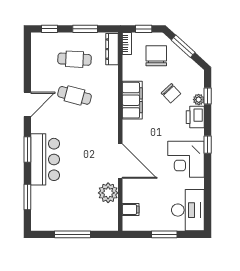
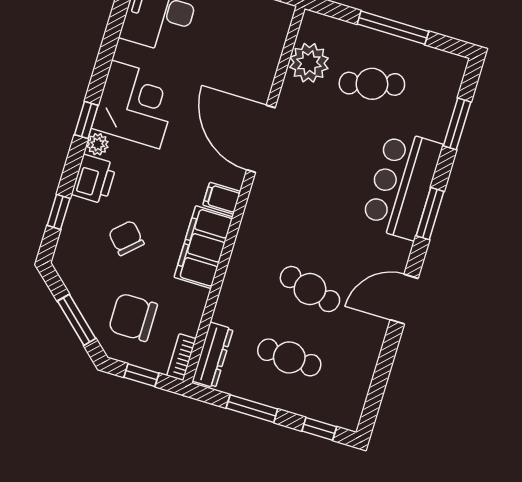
chair: (156, 56) -> (133, 317), turned 90
plant: (199, 100) -> (98, 144), moved
plant: (108, 193) -> (309, 63), moved
cafe table: (74, 204) -> (372, 84), added
filing cabinet: (131, 210) -> (222, 198), moved

